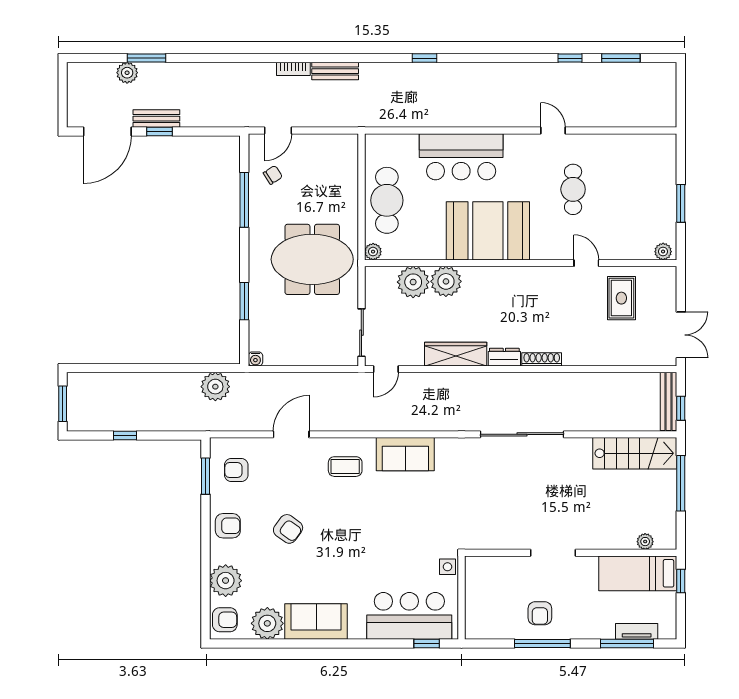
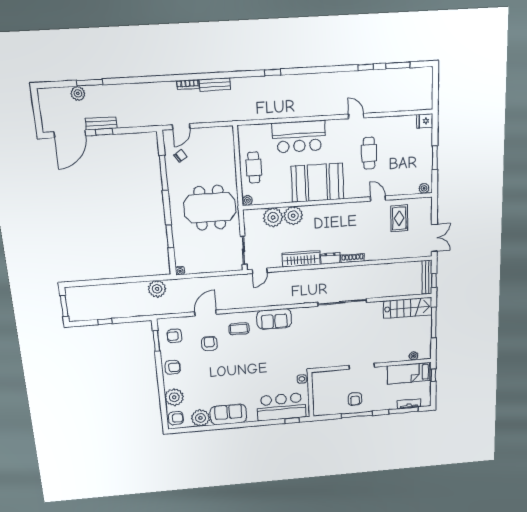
fridge: (664, 144) -> (425, 121), added
cafe table: (387, 200) -> (254, 168), width x0.73, depth x0.74
armchair: (288, 529) -> (209, 344), moved, turned -126

